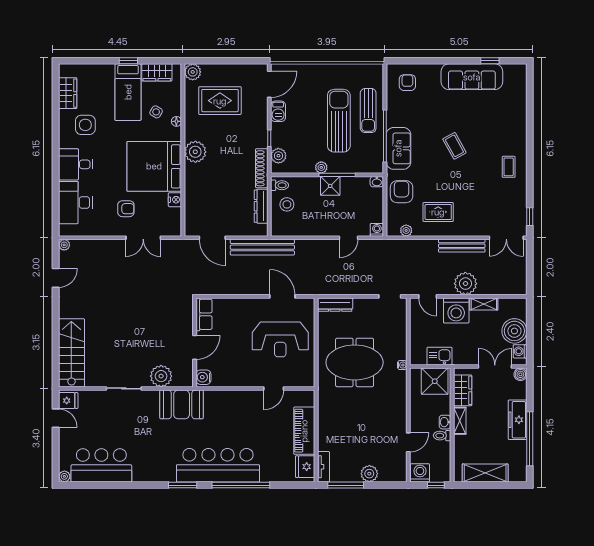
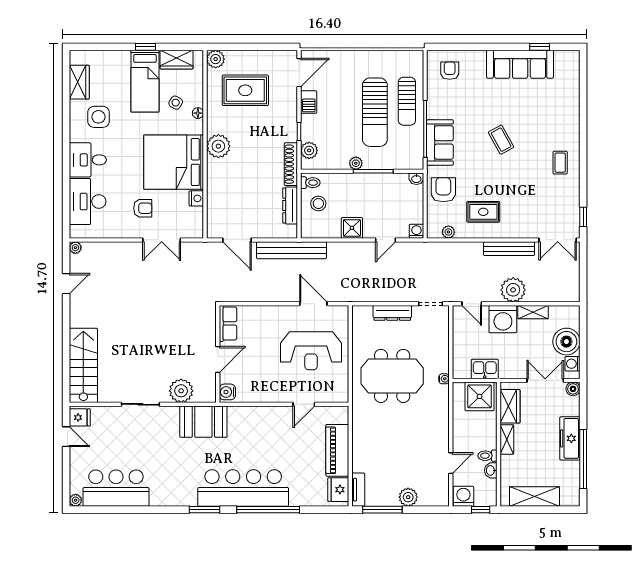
sun lounger: (339, 121) -> (375, 112), turned 180
shower: (330, 186) -> (352, 228), moved
dresser: (335, 305) -> (392, 313), moved
washbasin: (445, 422) -> (491, 470), moved

